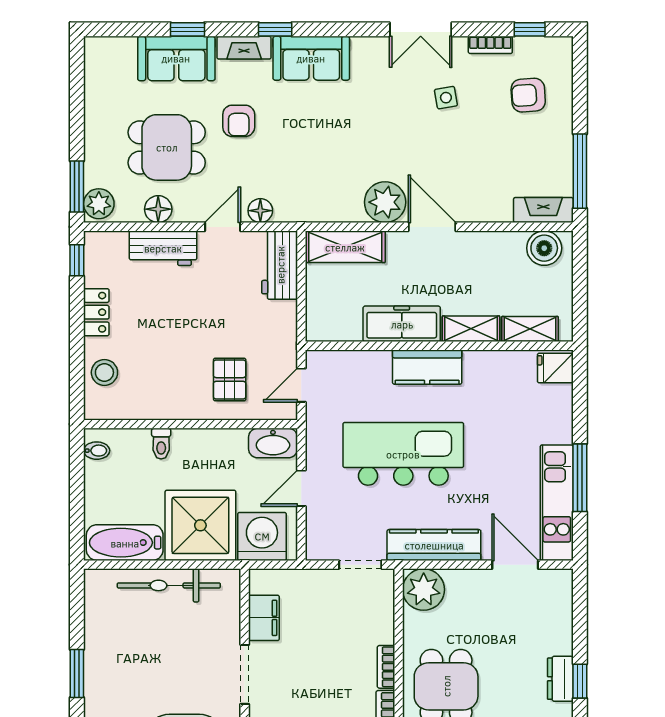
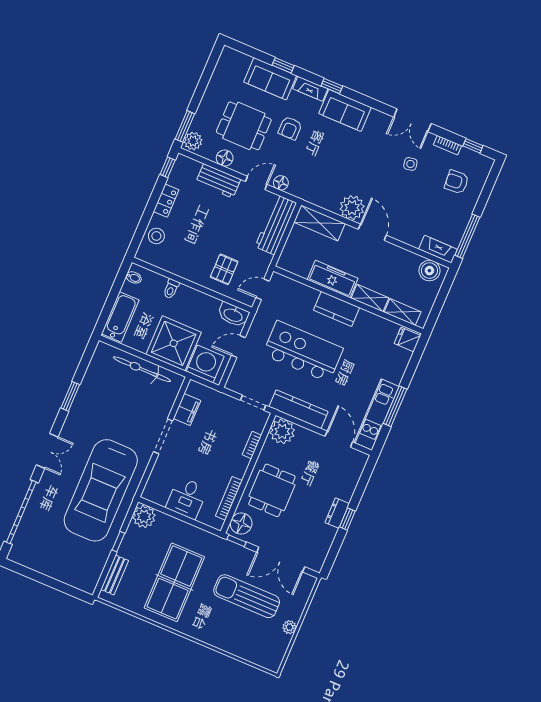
workbench: (280, 265) -> (276, 225), width x1.38
bathtub: (125, 543) -> (120, 317), moved, turned 90
bookcase: (386, 667) -> (252, 445), moved

